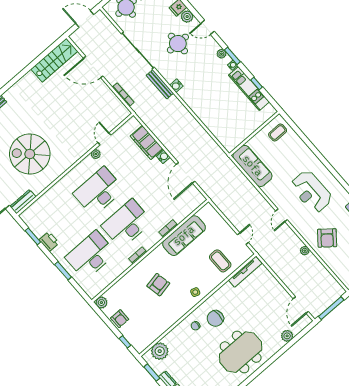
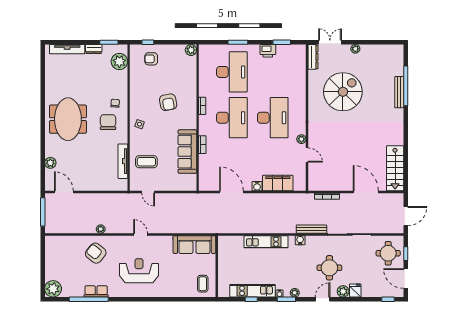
door: (93, 67) -> (366, 192), hinge flipped
kitchen unit: (201, 112) -> (266, 242), added
tv unit: (245, 272) -> (123, 161), moved
armchair: (120, 319) -> (151, 59), moved

